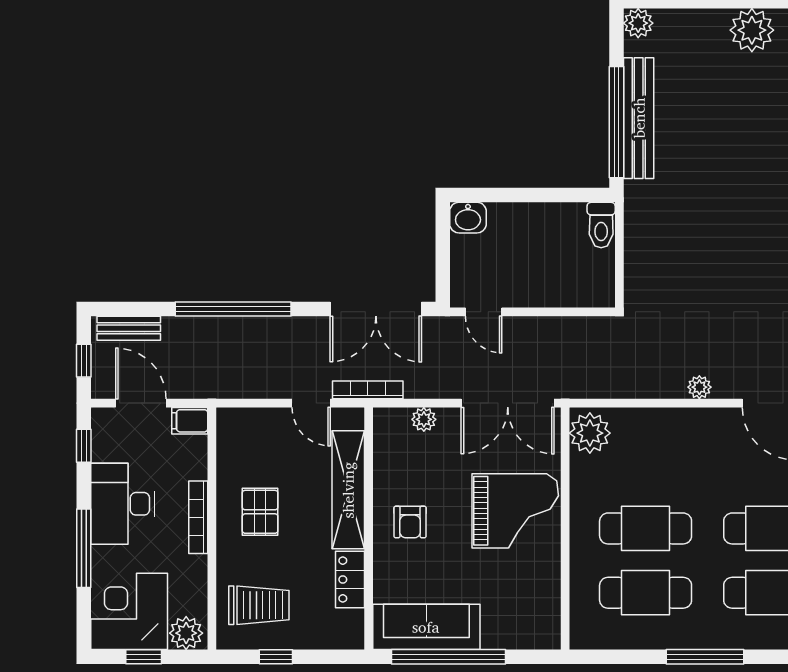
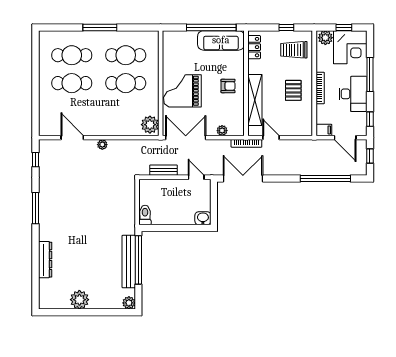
window: (233, 309) -> (325, 178), moved
bench: (129, 328) -> (163, 170), moved
armchair: (410, 522) -> (228, 86), turned 90
locker: (350, 580) -> (254, 47), moved

